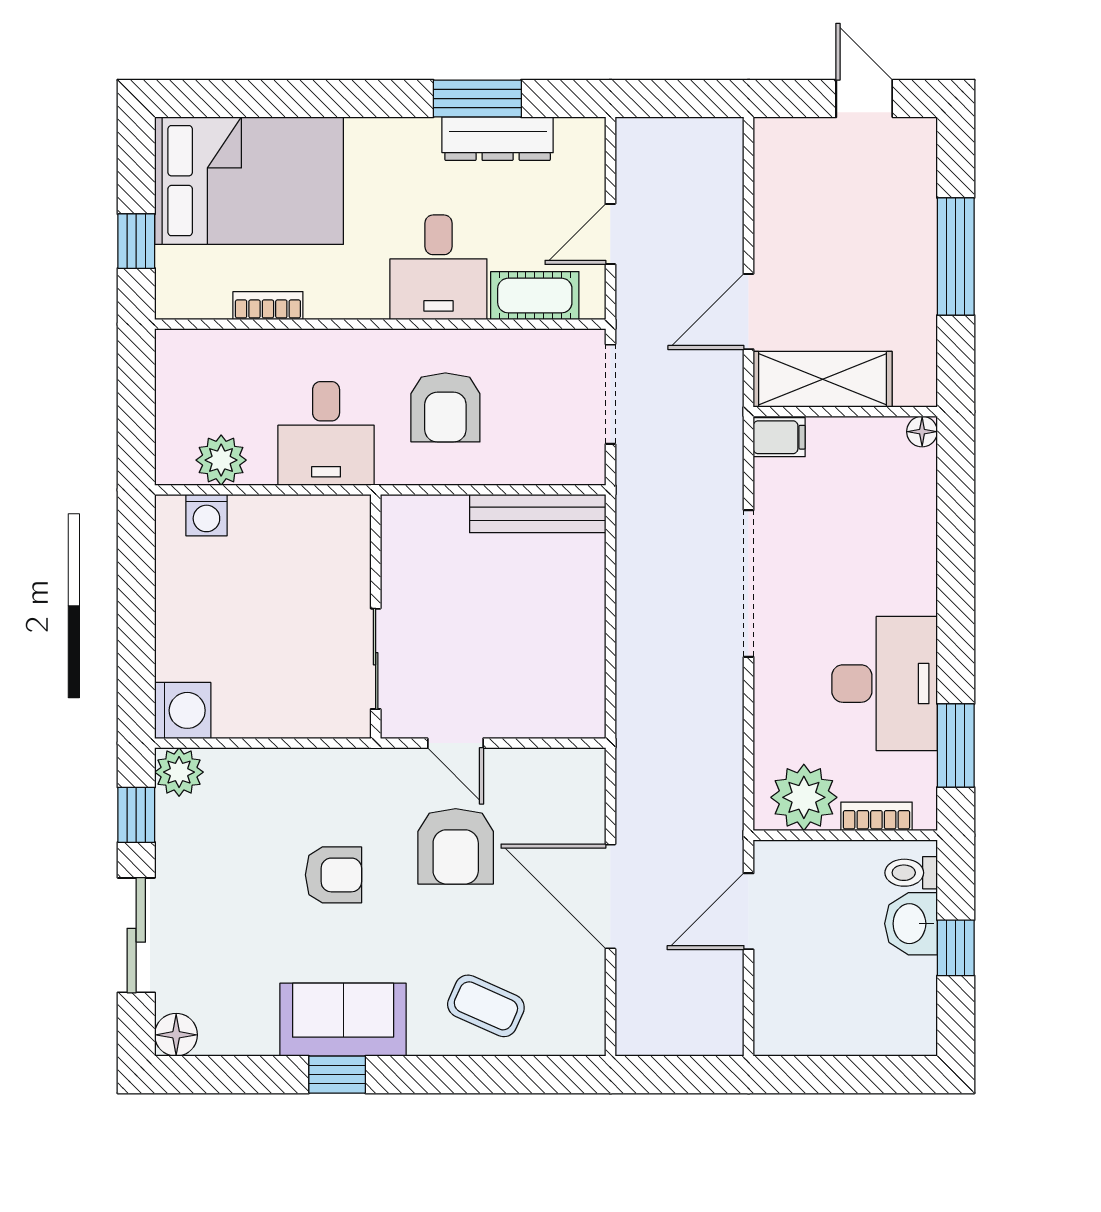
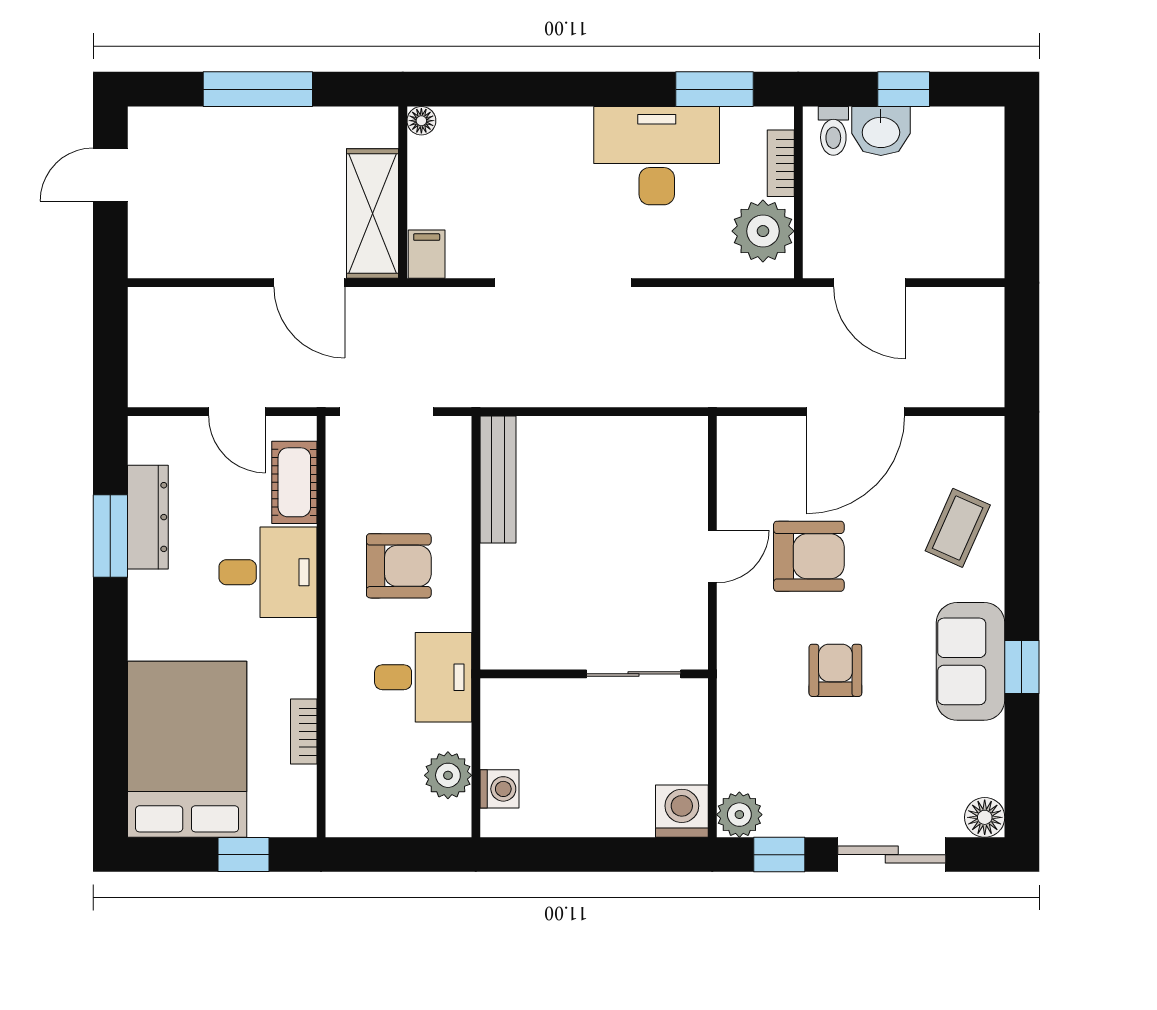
wall: (376, 617) -> (594, 674), moved
sliding door: (376, 659) -> (634, 674), moved

